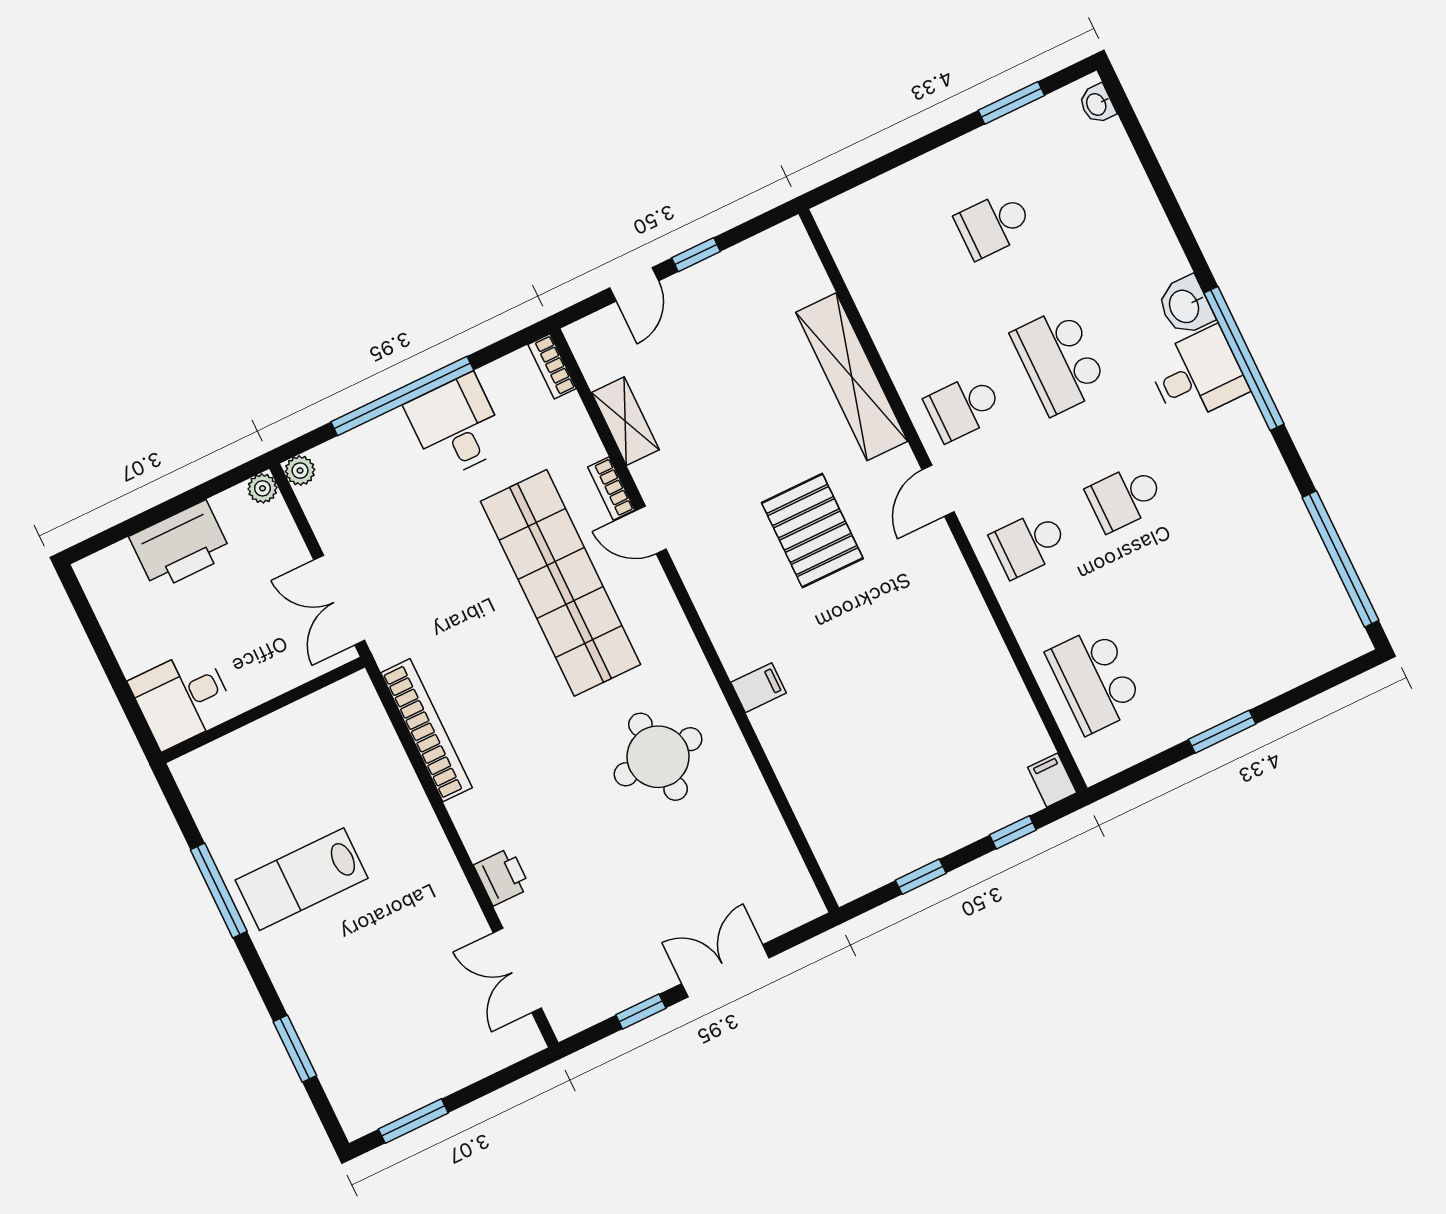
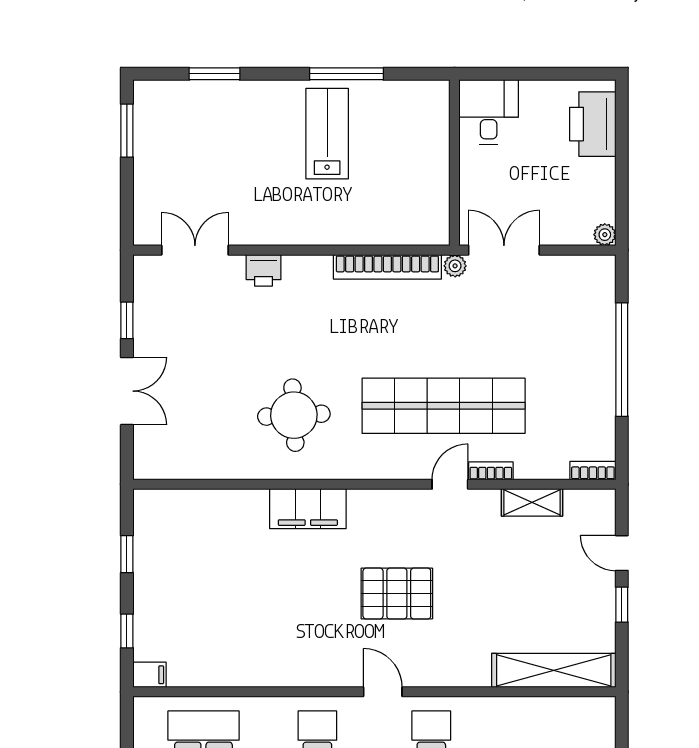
shelving: (852, 377) -> (554, 670), moved
desk: (456, 426) -> (584, 386), removed
plant: (300, 471) -> (455, 266), moved
printer: (180, 546) -> (593, 124), moved
filing cabinet: (759, 688) -> (308, 509), width x3.00, depth x1.17

